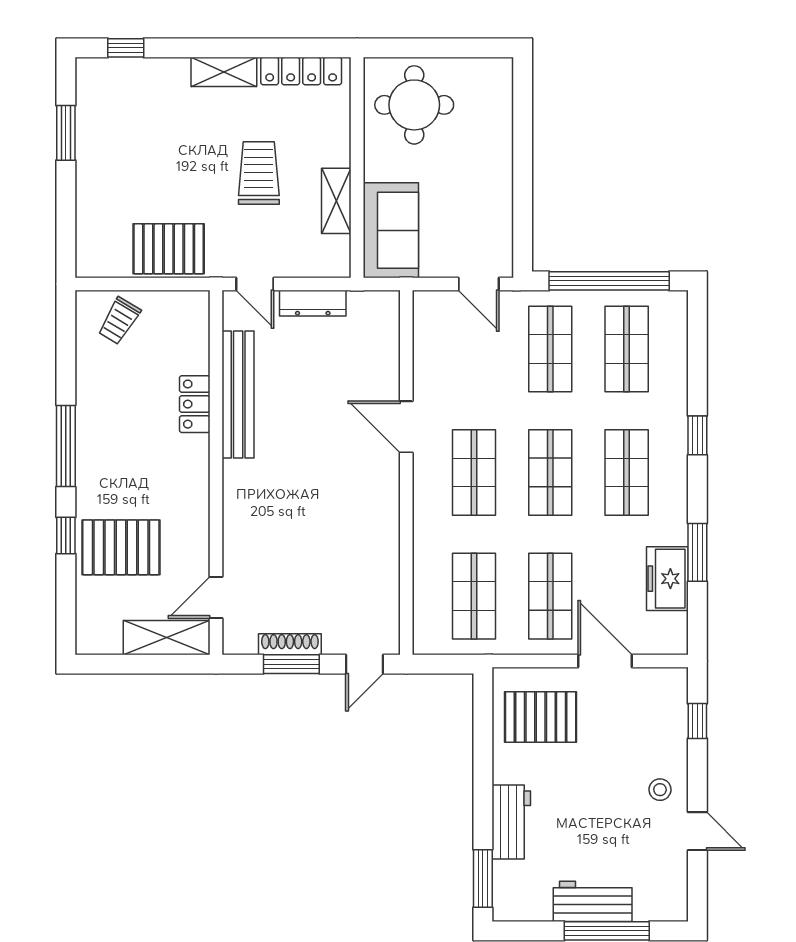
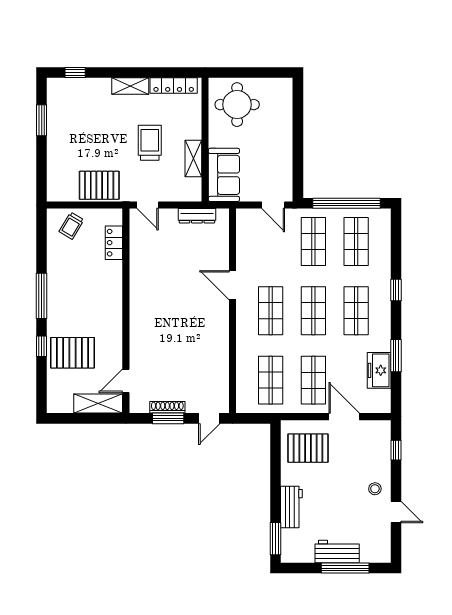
dresser: (313, 303) -> (197, 216), moved
bench: (238, 394) -> (138, 267), removed
locker: (195, 404) -> (114, 243), moved

